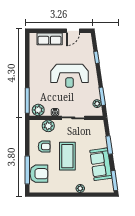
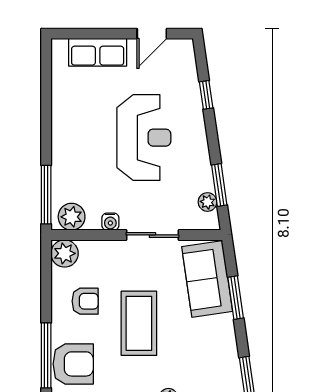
reception desk: (70, 76) -> (144, 138), turned -90
plant: (48, 126) -> (65, 253), moved
sofa: (101, 164) -> (207, 279), moved

